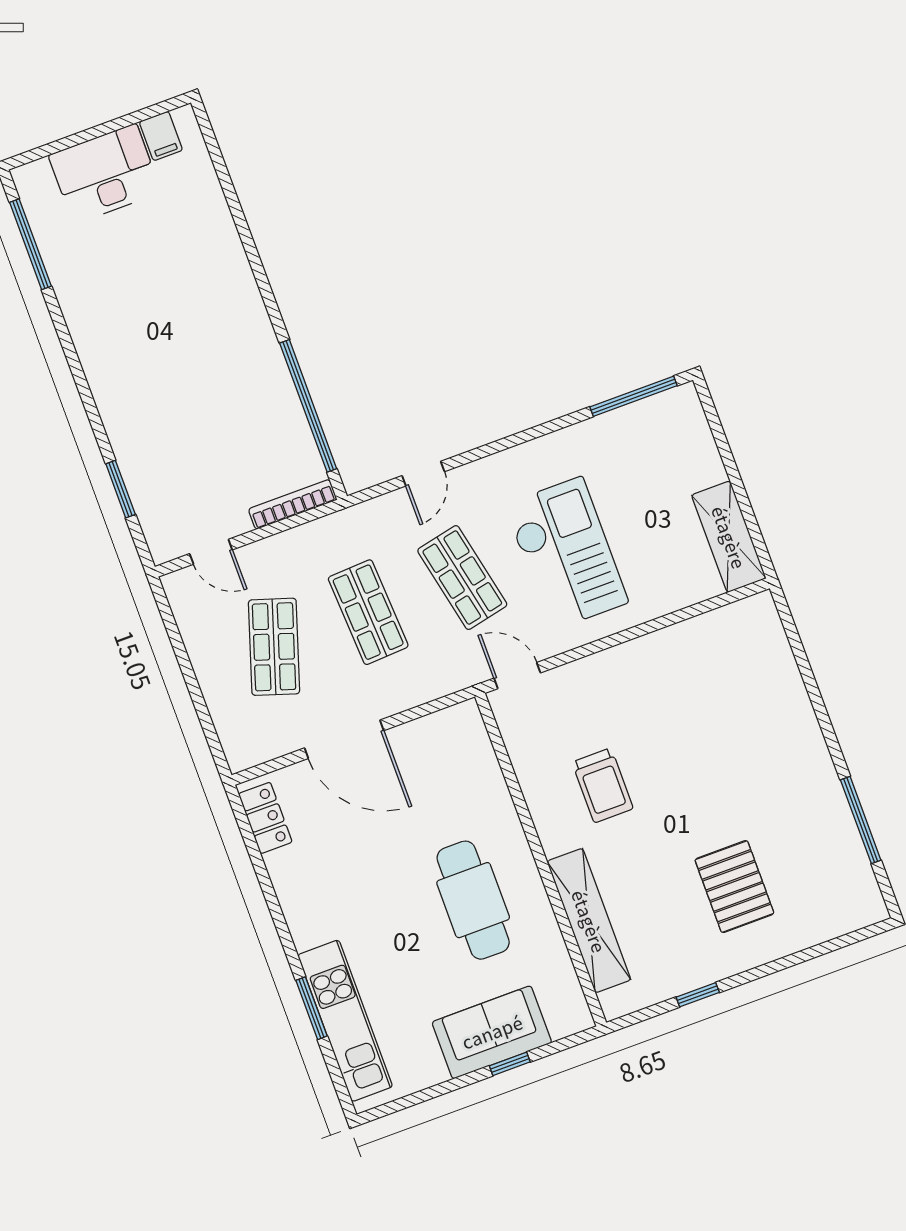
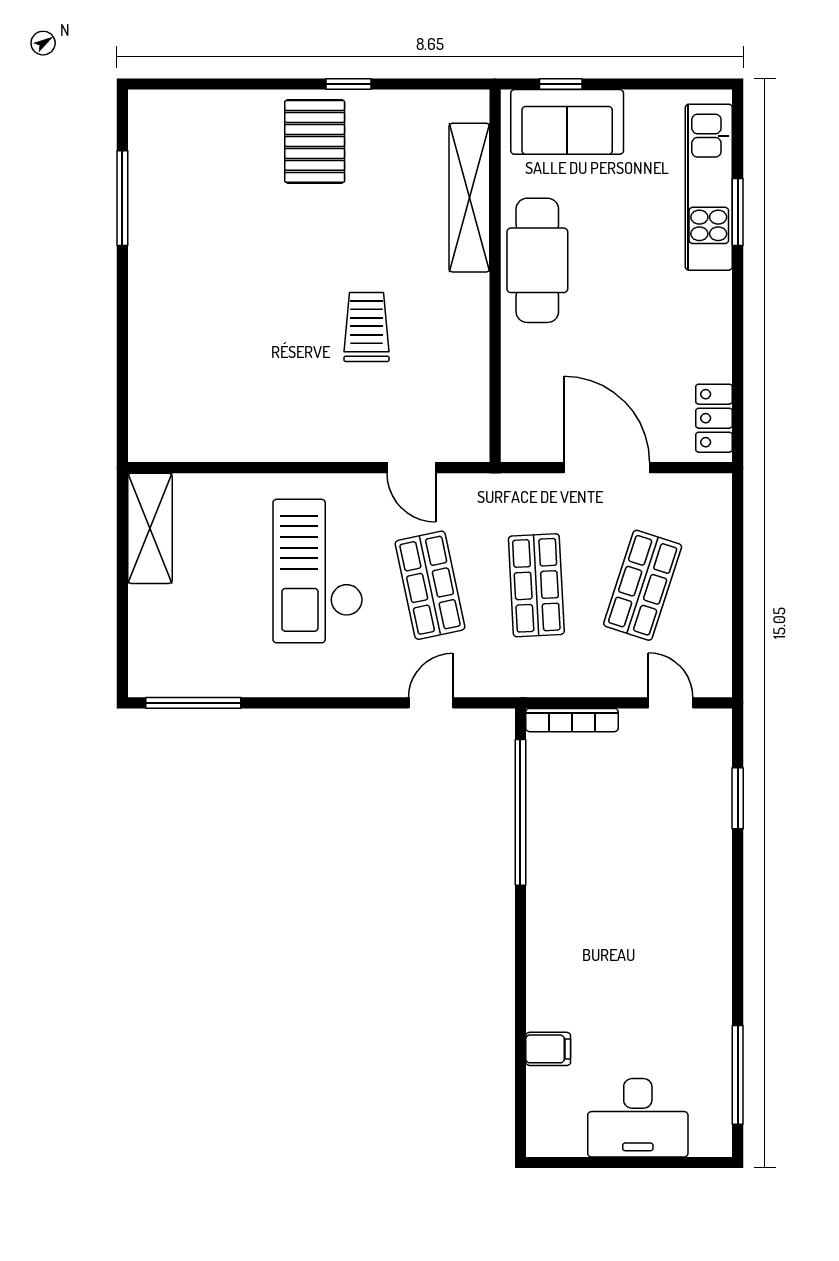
filing cabinet: (161, 136) -> (548, 1049), moved, turned 90
wall: (541, 860) -> (495, 276), moved
pallet: (734, 887) -> (315, 141), moved
shelving: (589, 921) -> (469, 198), moved

